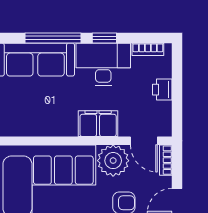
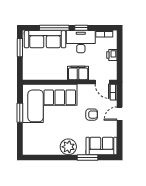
plant: (113, 161) -> (86, 92), removed

